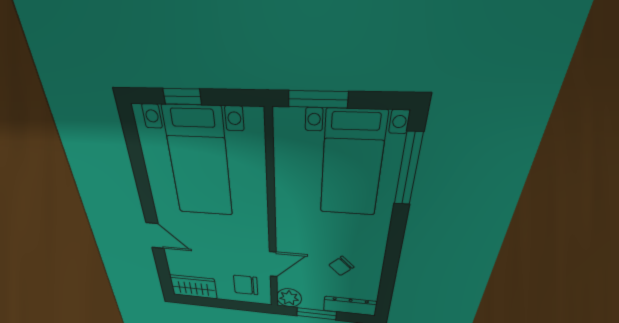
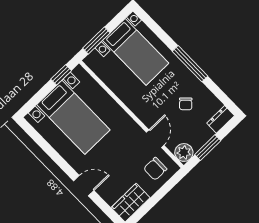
window: (182, 97) -> (61, 75), moved
window: (408, 169) -> (190, 64), moved
dresser: (350, 306) -> (221, 119), width x0.70

